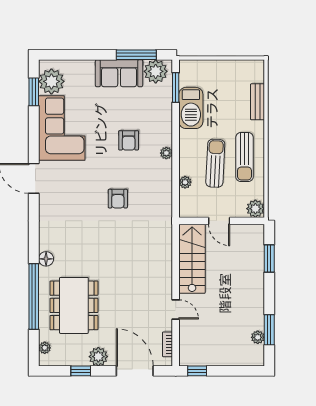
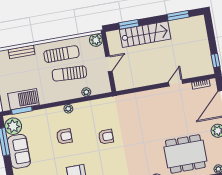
barbecue: (191, 108) -> (23, 99), moved
stairs: (192, 259) -> (145, 34), moved, turned 180
plant: (258, 337) -> (185, 23), removed

